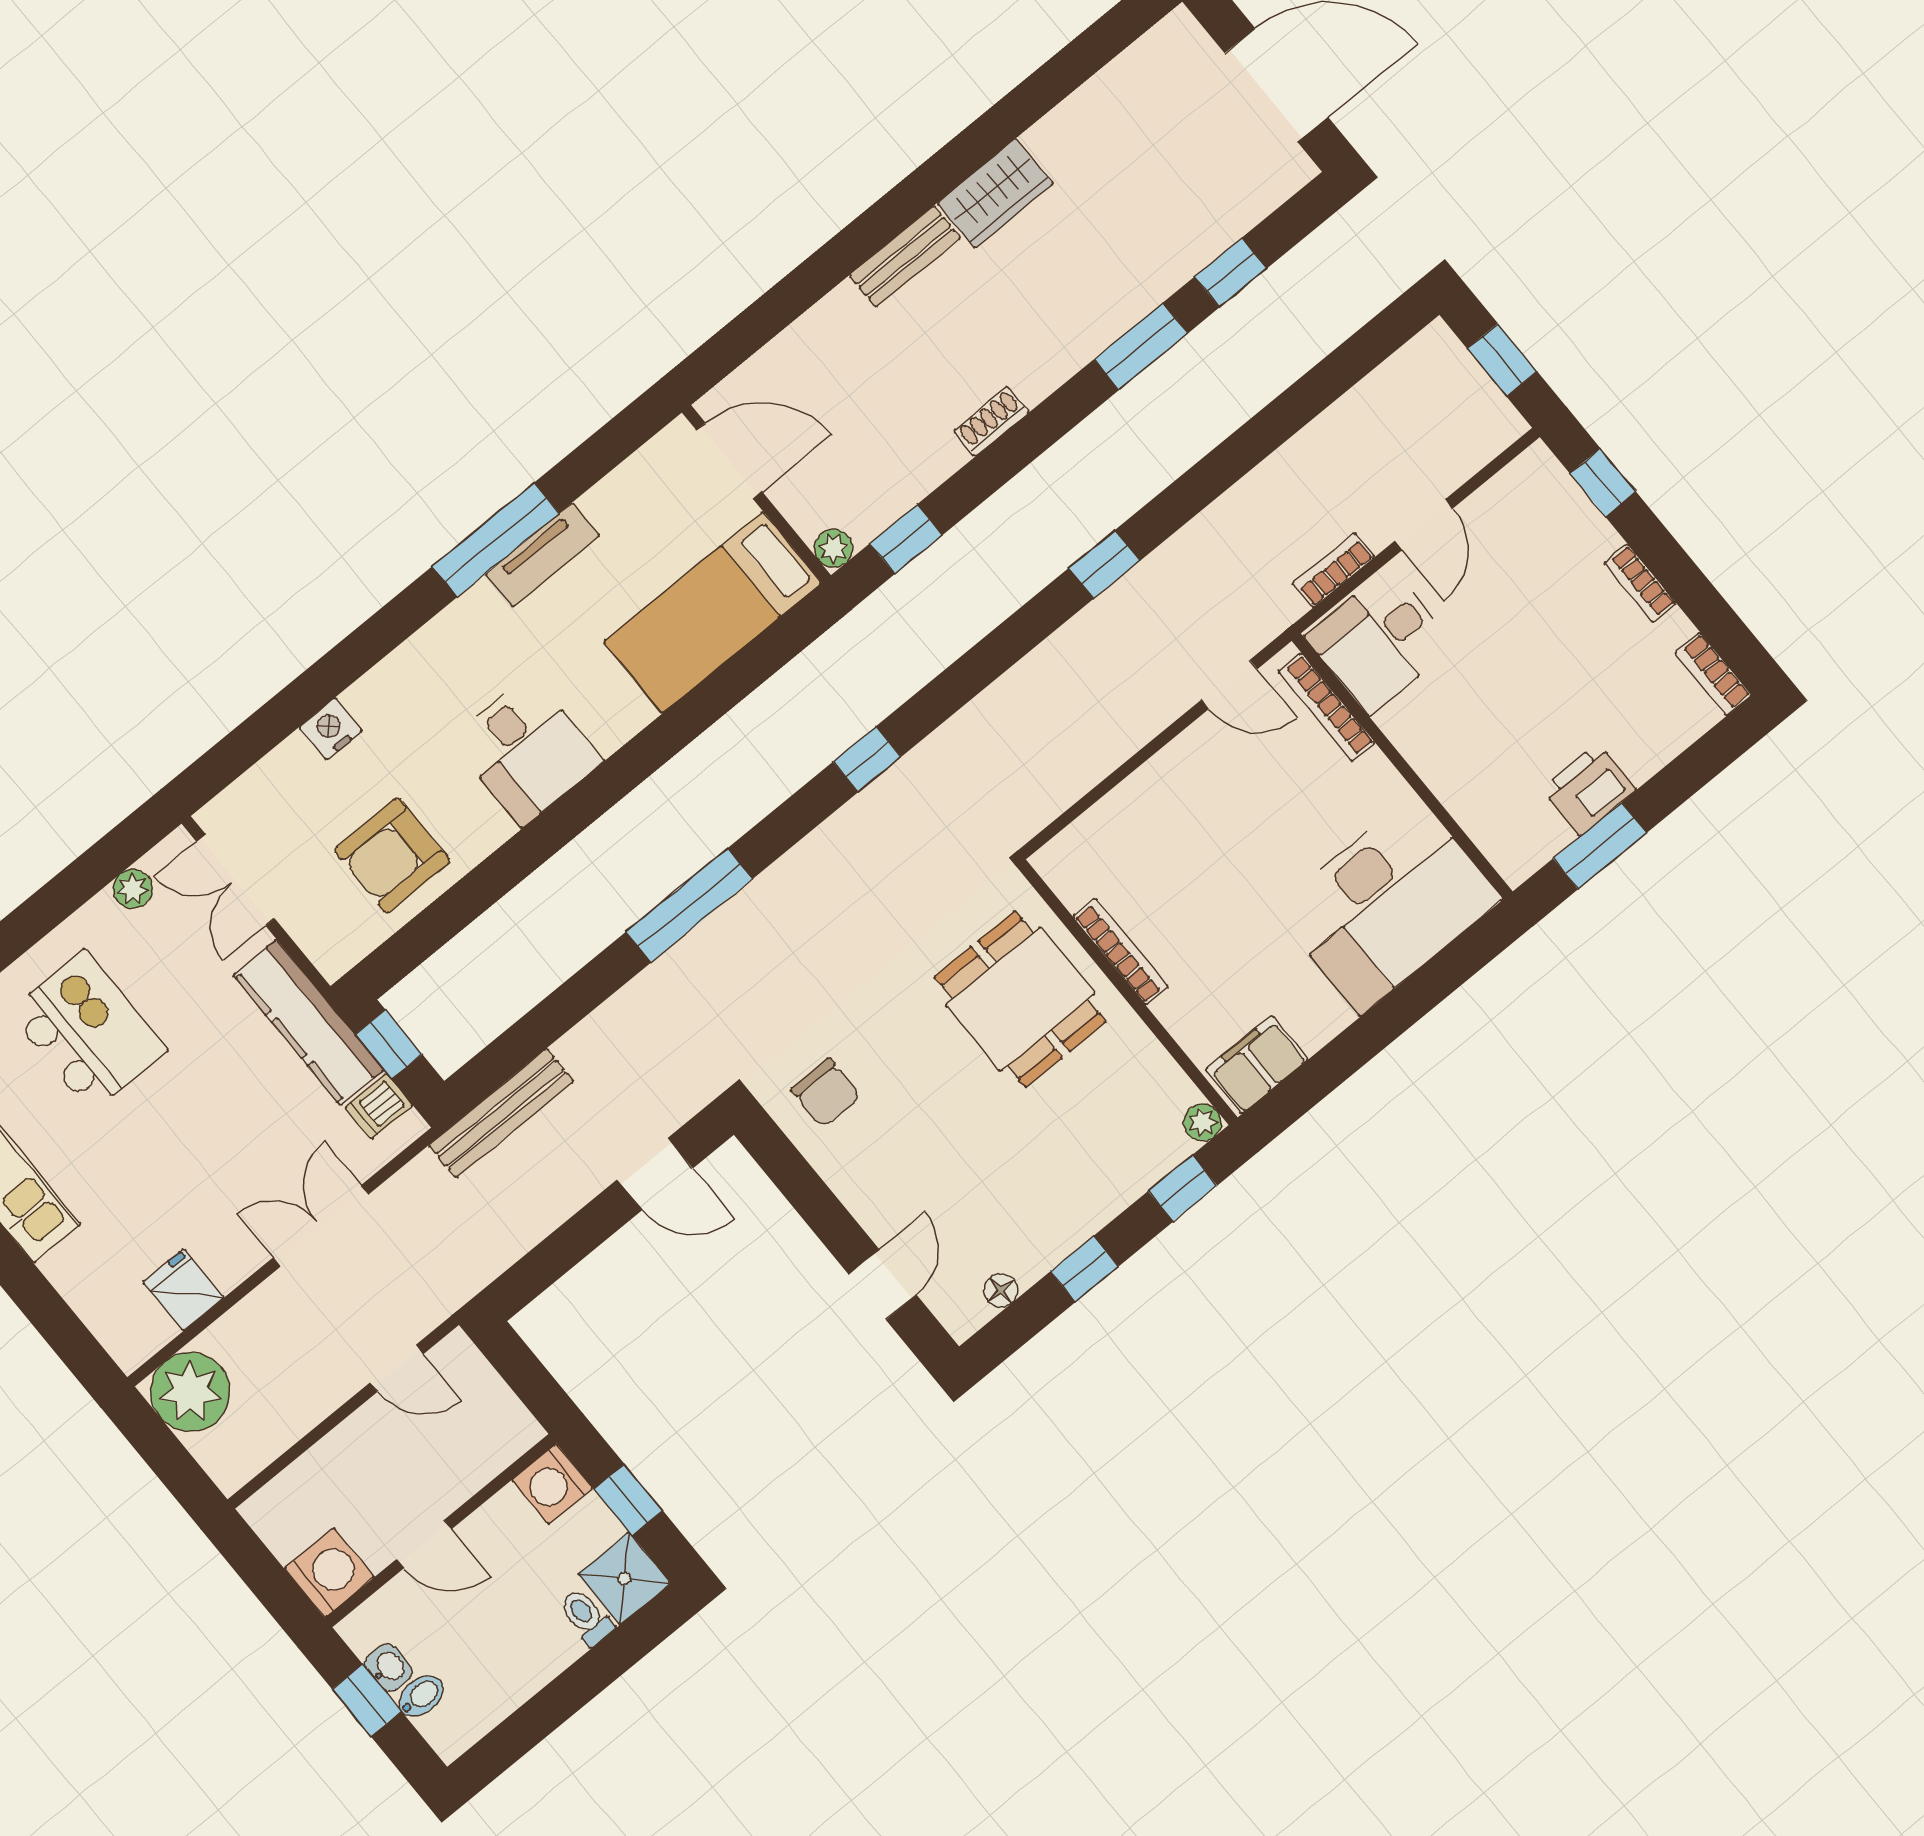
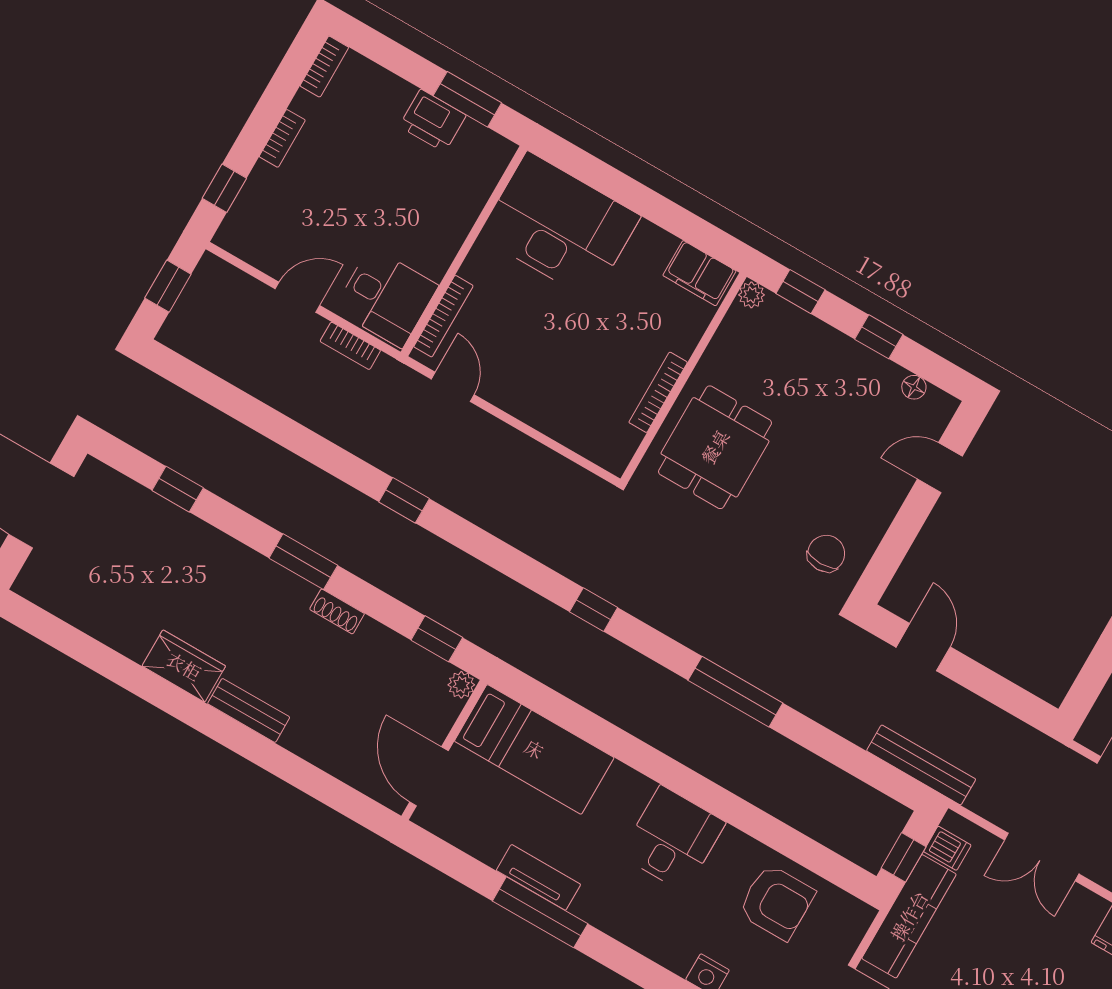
window: (1141, 346) -> (303, 562), moved

